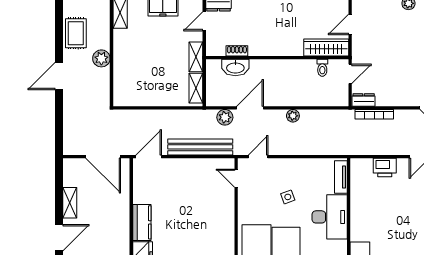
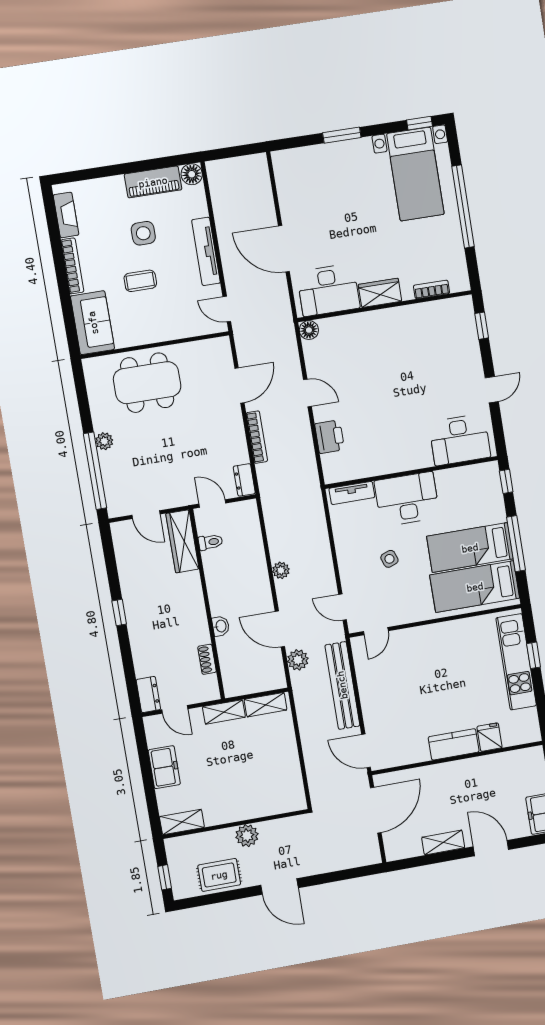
washbasin: (235, 67) -> (221, 626), moved, width x0.52, depth x0.69
bookcase: (374, 114) -> (257, 437), moved

